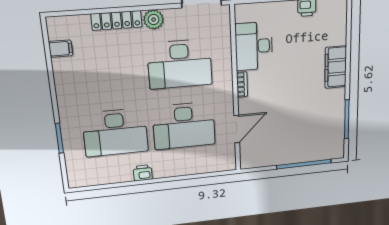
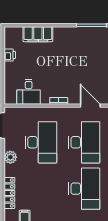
locker: (117, 20) -> (9, 193), moved
desk: (254, 46) -> (29, 92), width x0.73
filing cabinet: (336, 67) -> (38, 34), moved

